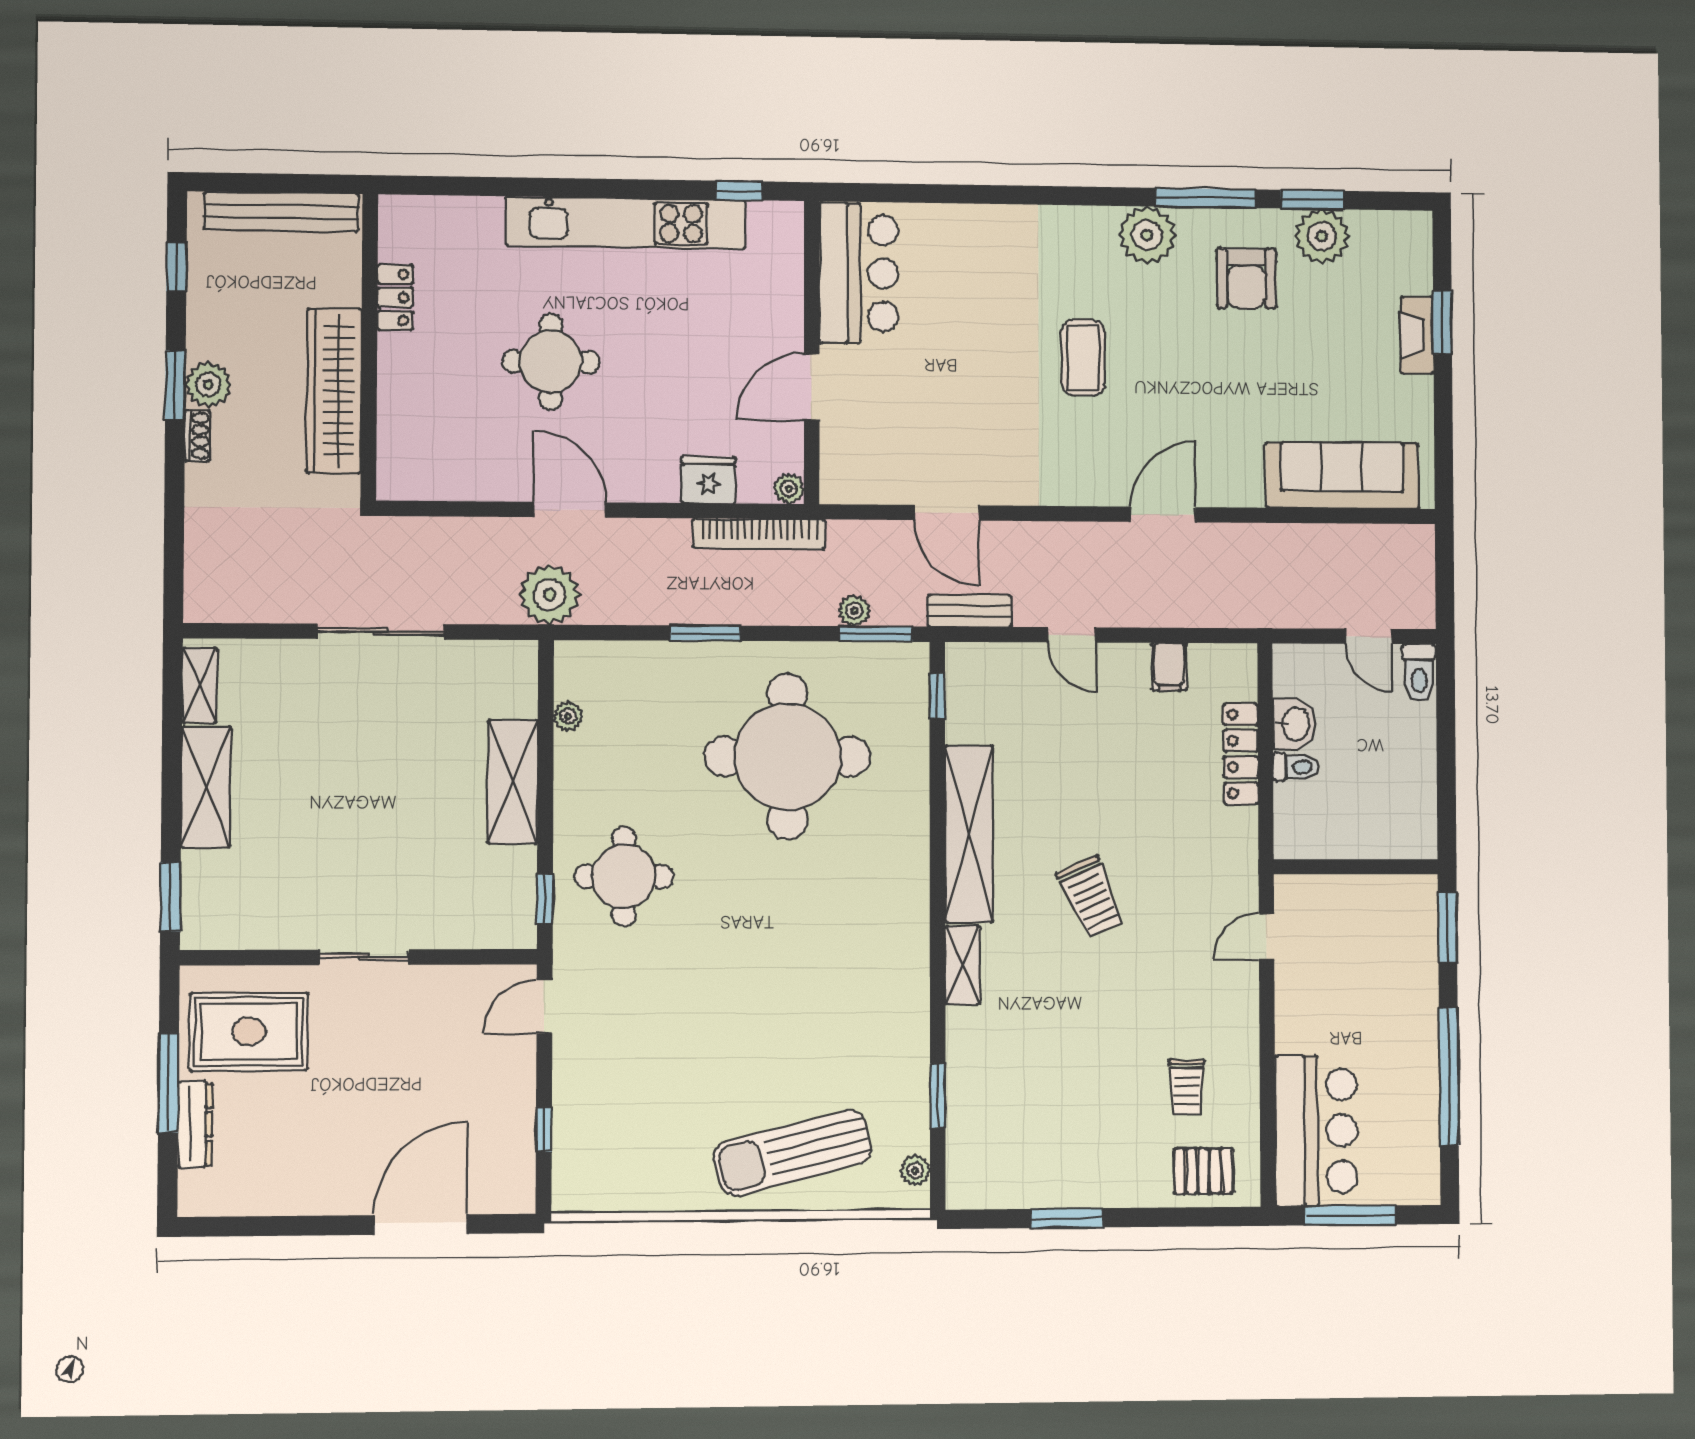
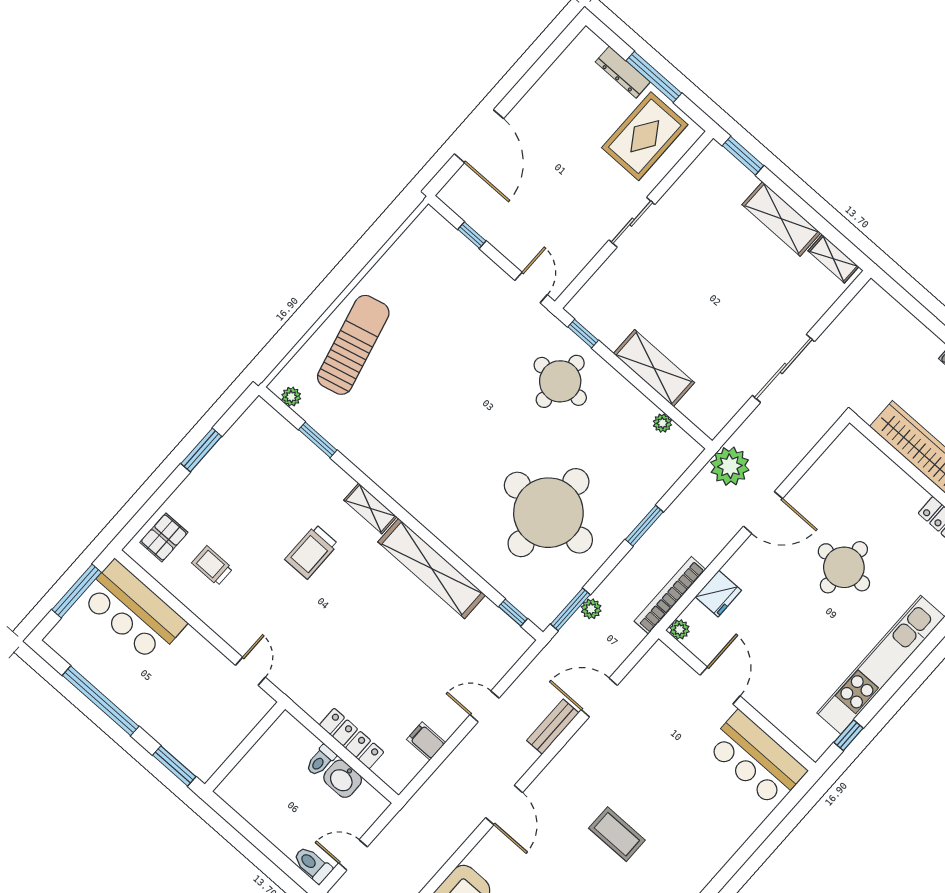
bench: (970, 611) -> (553, 727), moved
trolley: (1091, 897) -> (311, 552), moved, turned -66

